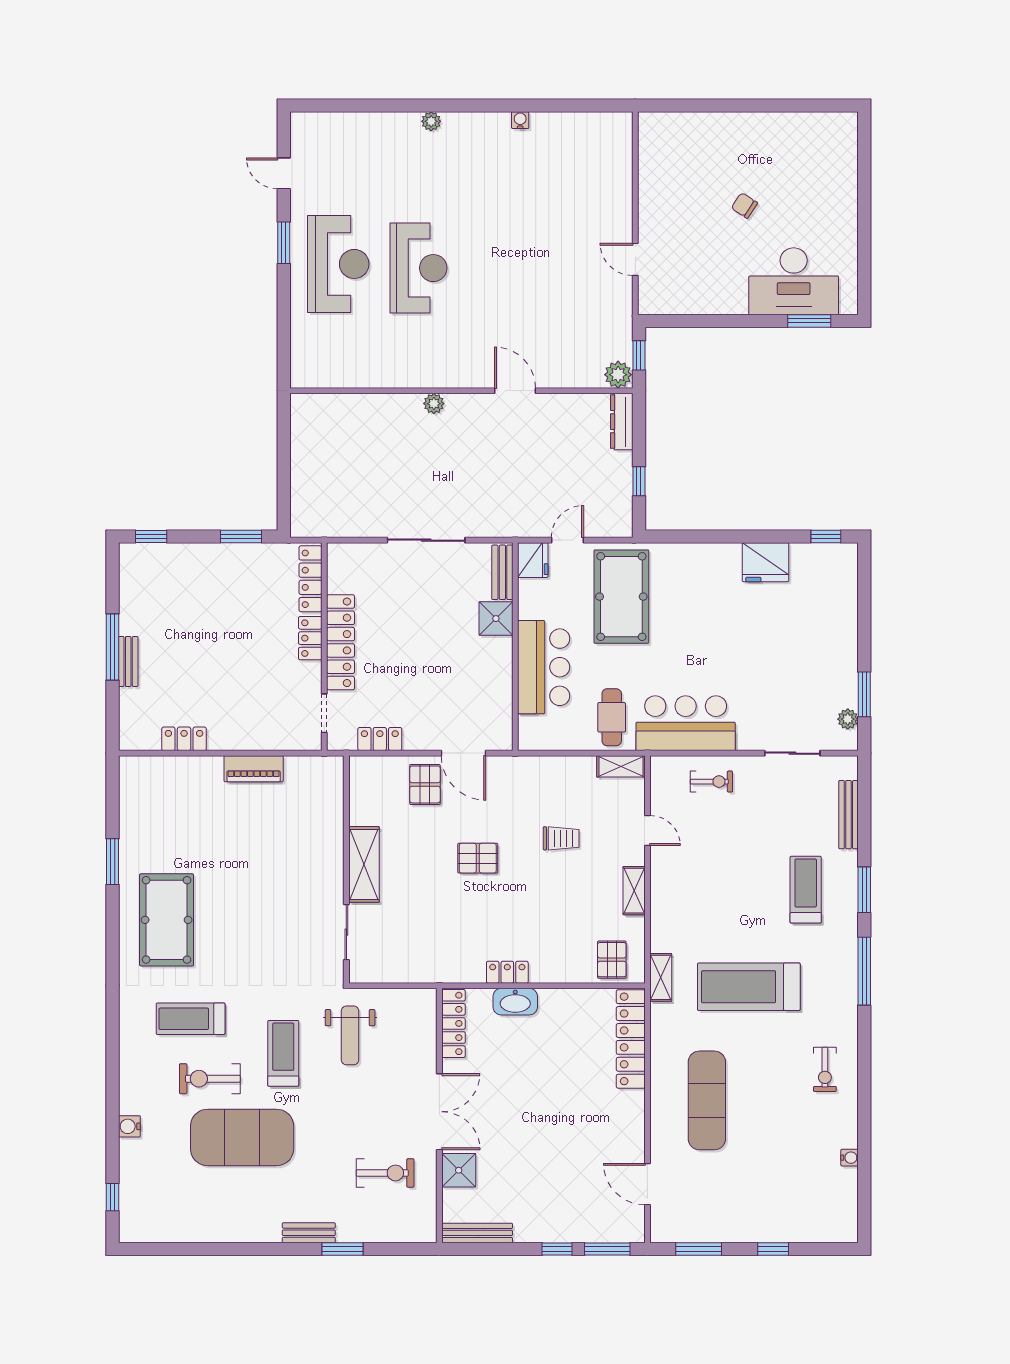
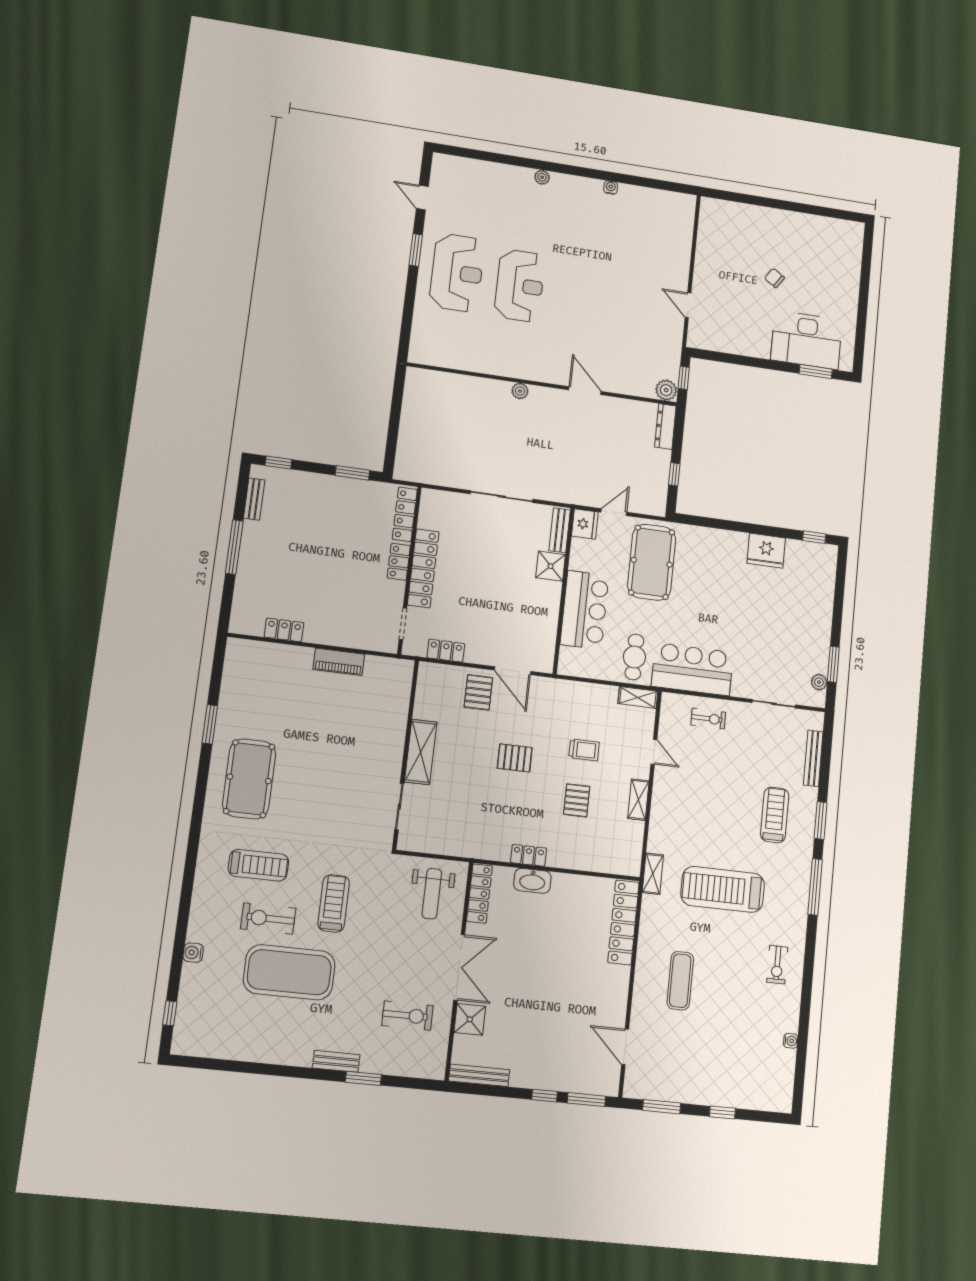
bench: (128, 661) -> (254, 499), moved
pallet: (612, 960) -> (577, 800), moved
treadmill: (191, 1019) -> (258, 865), turned 180
weight bench: (350, 1035) -> (432, 894), moved
exercise mat: (707, 1100) -> (680, 981), width x0.73, depth x0.69

